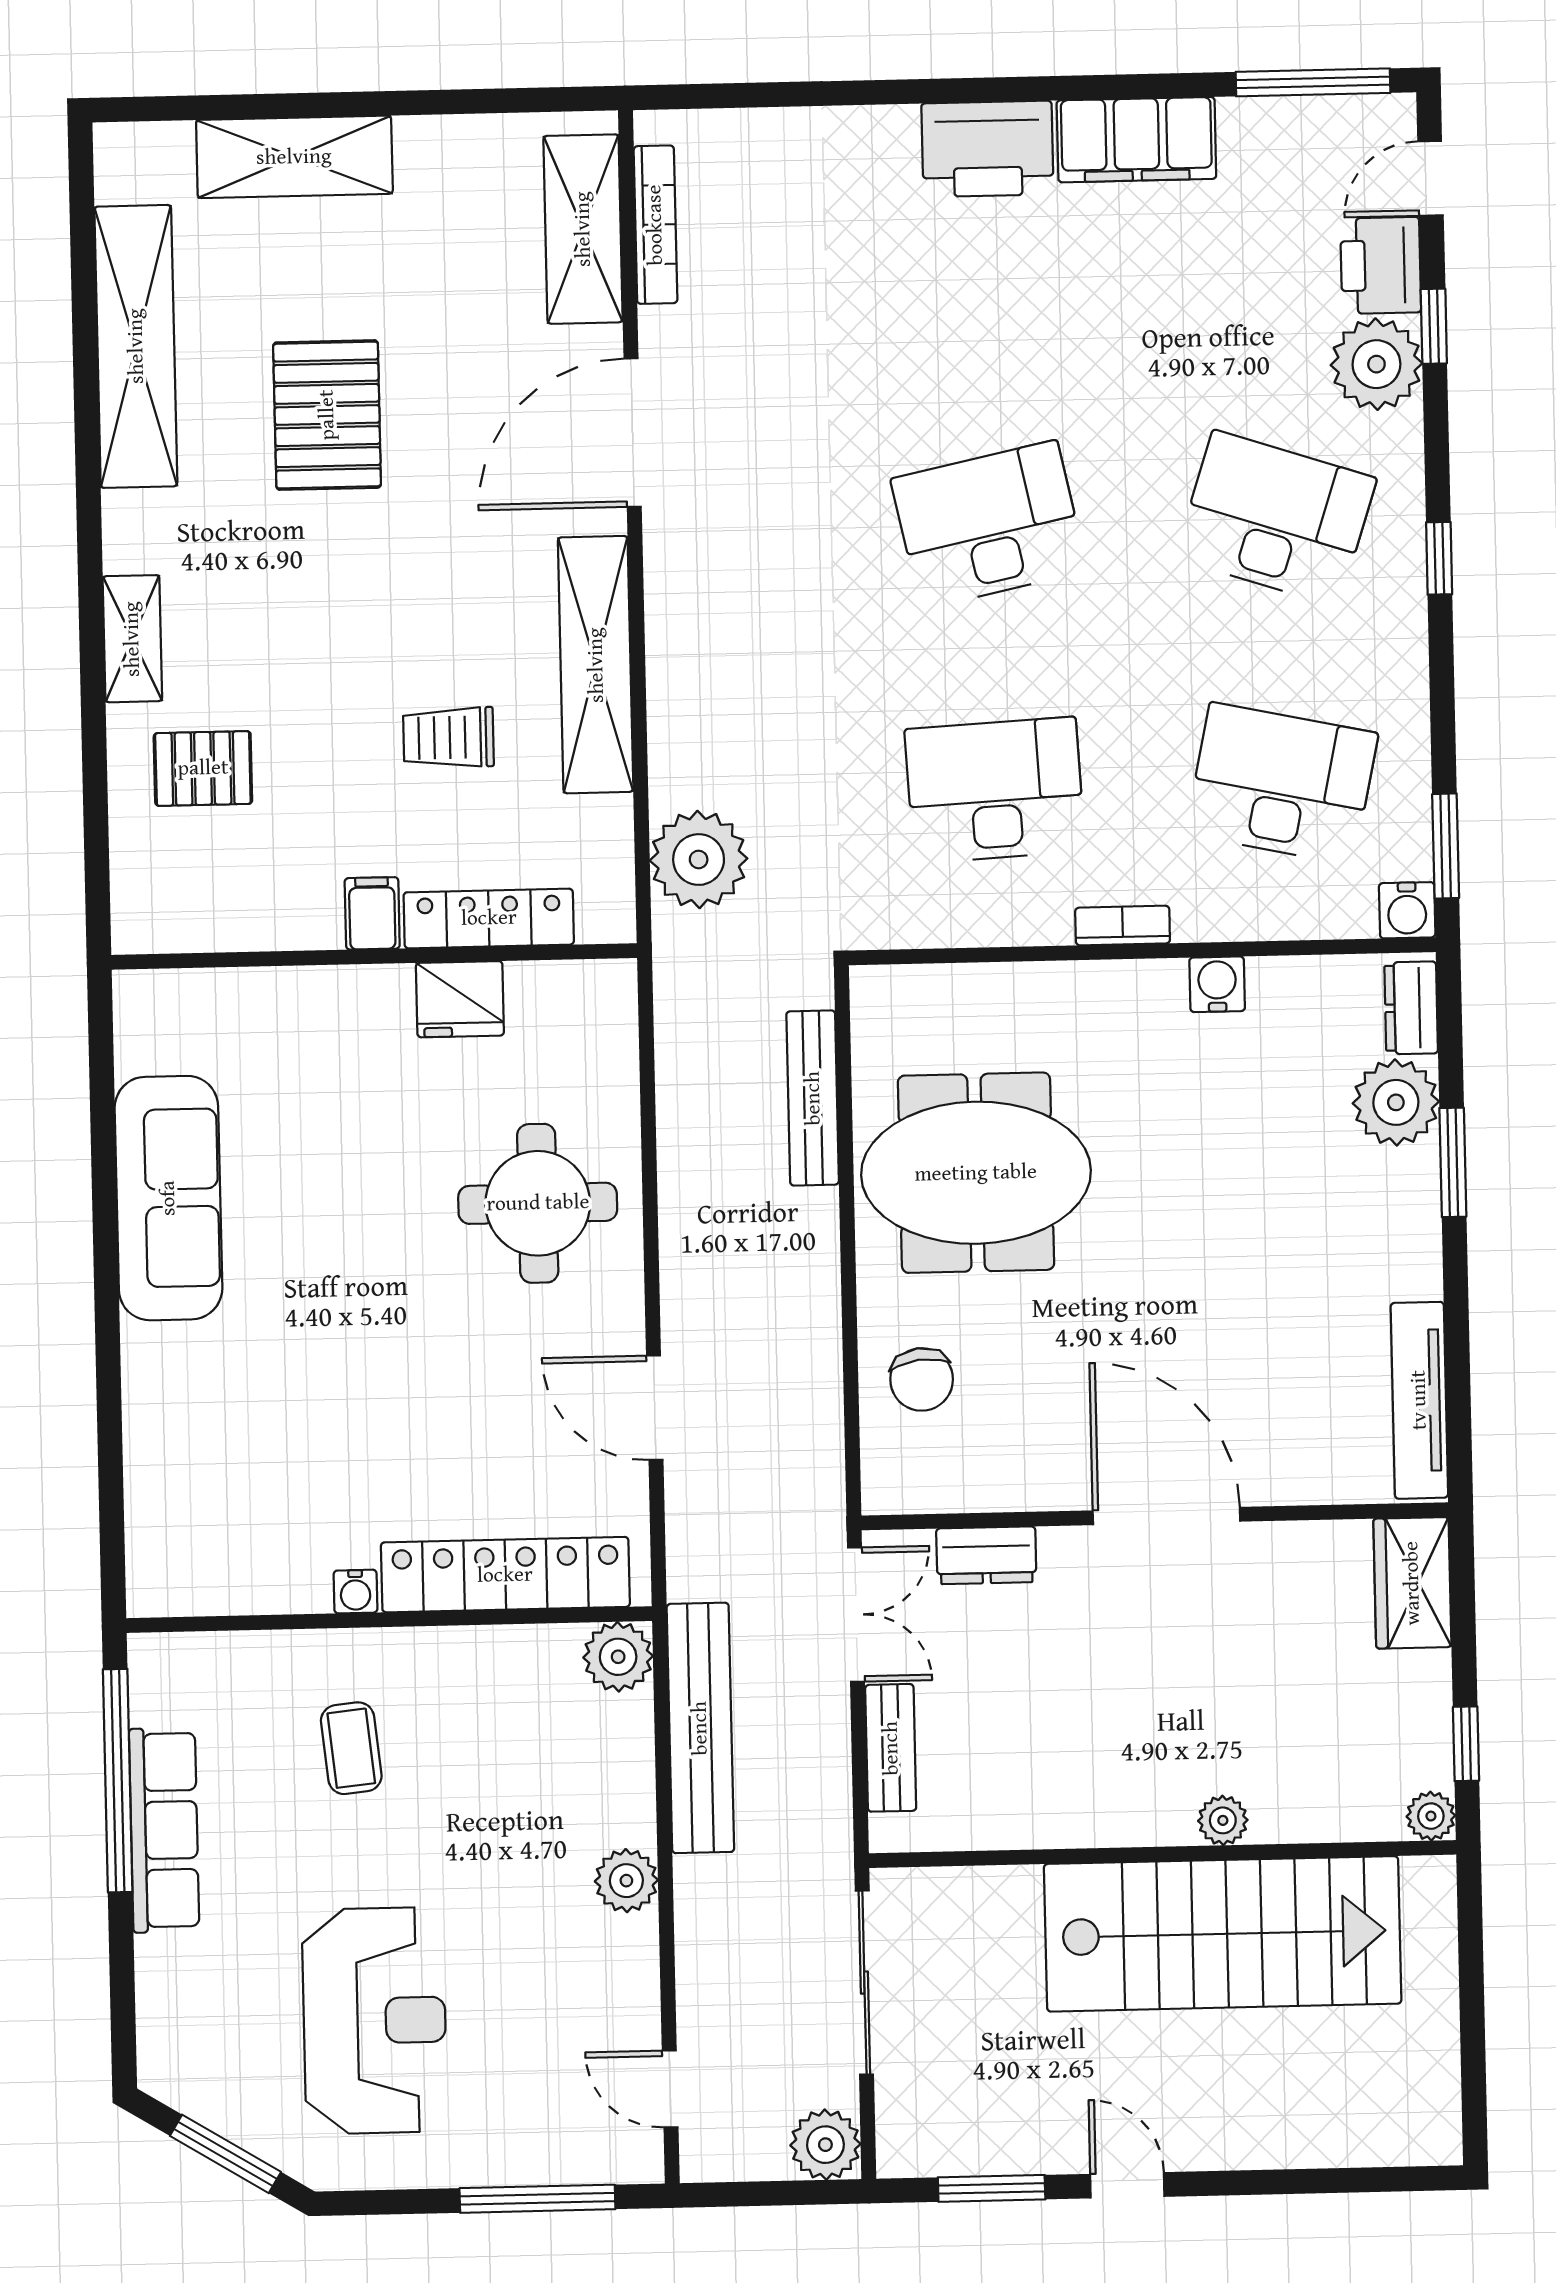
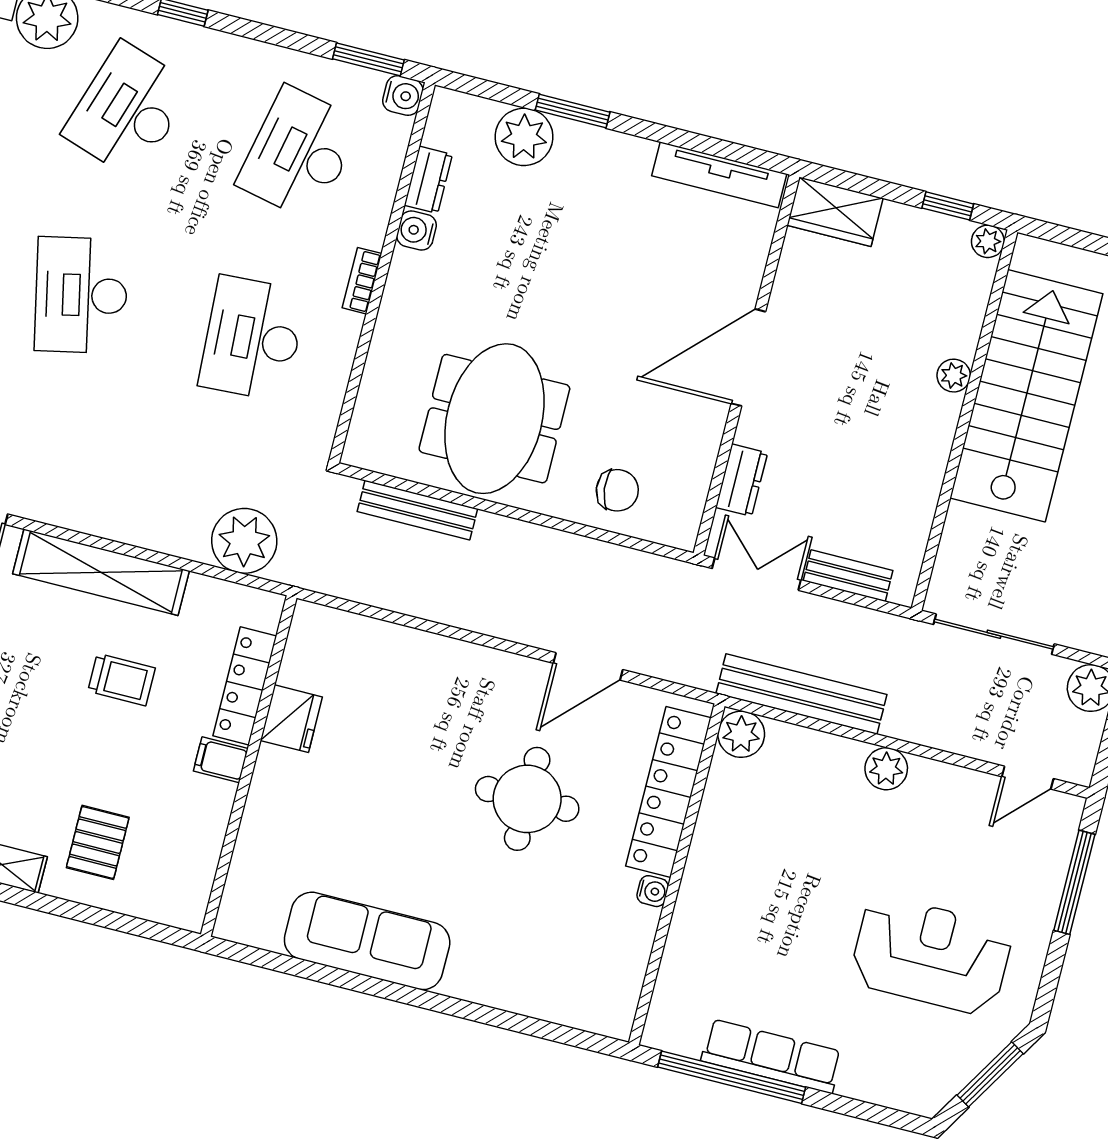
trolley: (448, 738) -> (122, 680), turned -90
dresser: (1411, 1008) -> (428, 180), moved, turned -90
round table: (538, 1203) -> (527, 799), moved
coffee table: (351, 1748) -> (752, 922), removed

